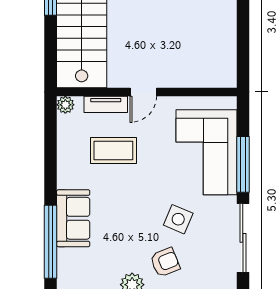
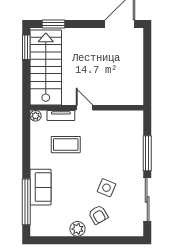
door: (143, 92) -> (85, 108), swing flipped
corner sofa: (206, 152) -> (124, 146), removed
armchair: (165, 262) -> (98, 215), turned 82

